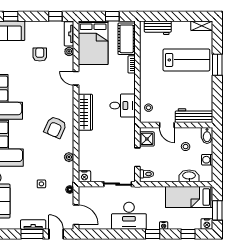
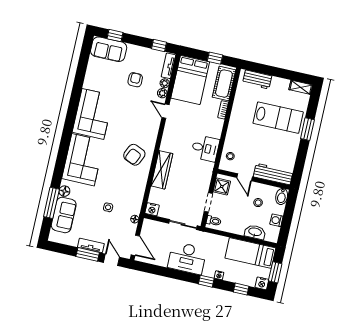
wardrobe: (85, 112) -> (162, 170), moved
plant: (69, 157) -> (162, 93), moved

